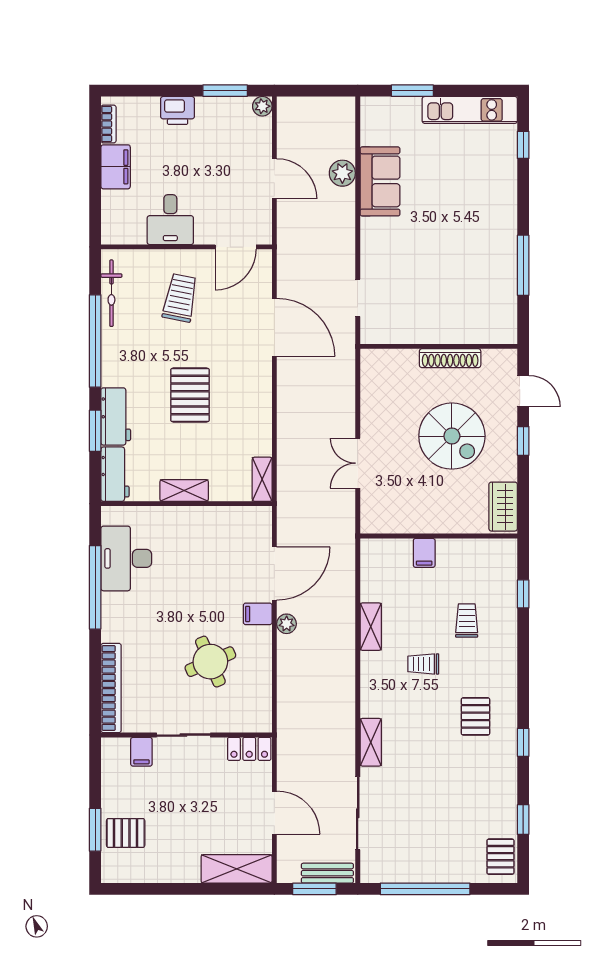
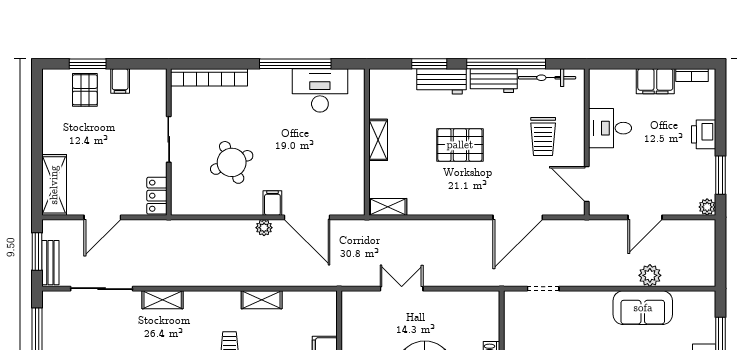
trolley: (180, 298) -> (543, 137), turned 79
workbench: (115, 474) -> (494, 81), moved
filing cabinet: (141, 752) -> (120, 81), moved, turned -90

